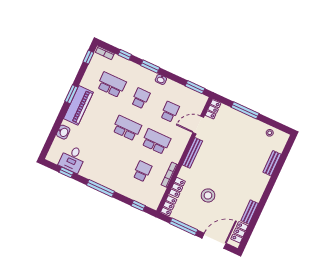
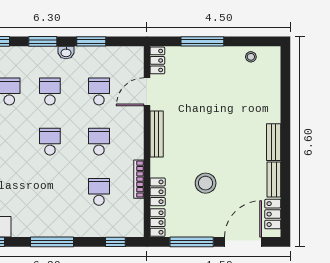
window: (195, 87) -> (91, 41), moved
school desk: (127, 128) -> (50, 142), width x0.54
school desk: (156, 142) -> (99, 142), width x0.54
bench: (272, 163) -> (274, 142), moved

